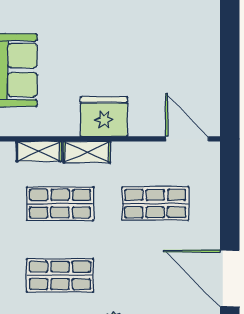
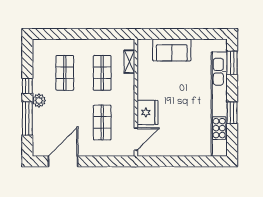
fridge: (104, 117) -> (148, 112), moved
shelving: (87, 152) -> (129, 87), removed

